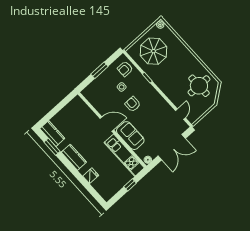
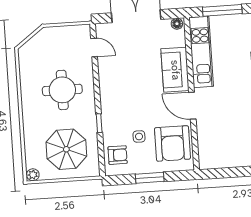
round table: (199, 86) -> (62, 90), moved
armchair: (133, 104) -> (172, 143), moved, width x1.88, depth x1.88
door: (180, 114) -> (94, 47), swing flipped
window: (130, 185) -> (222, 10), width x2.17

